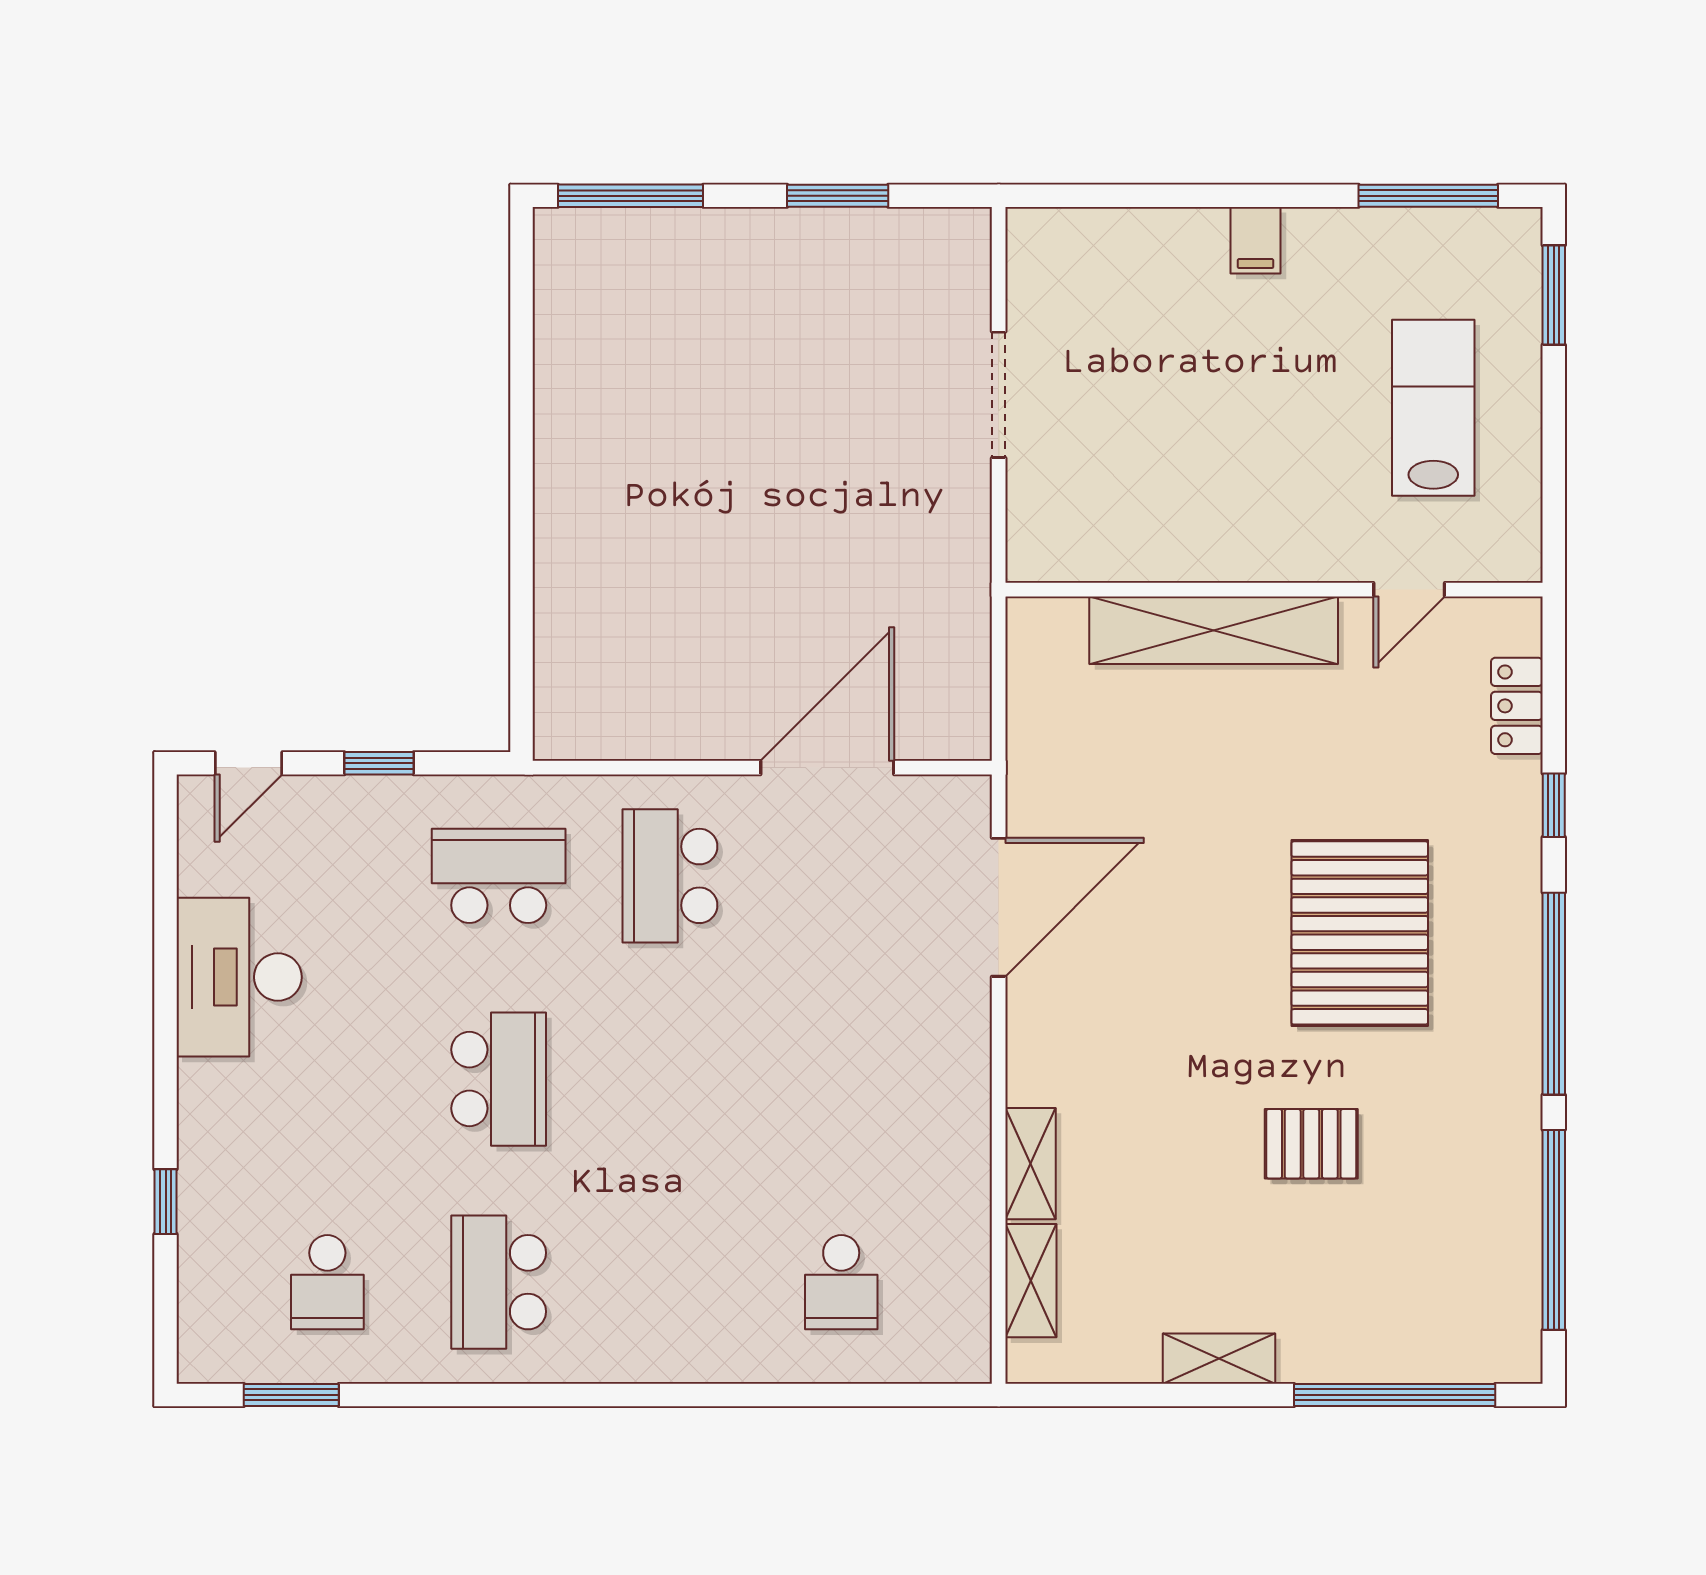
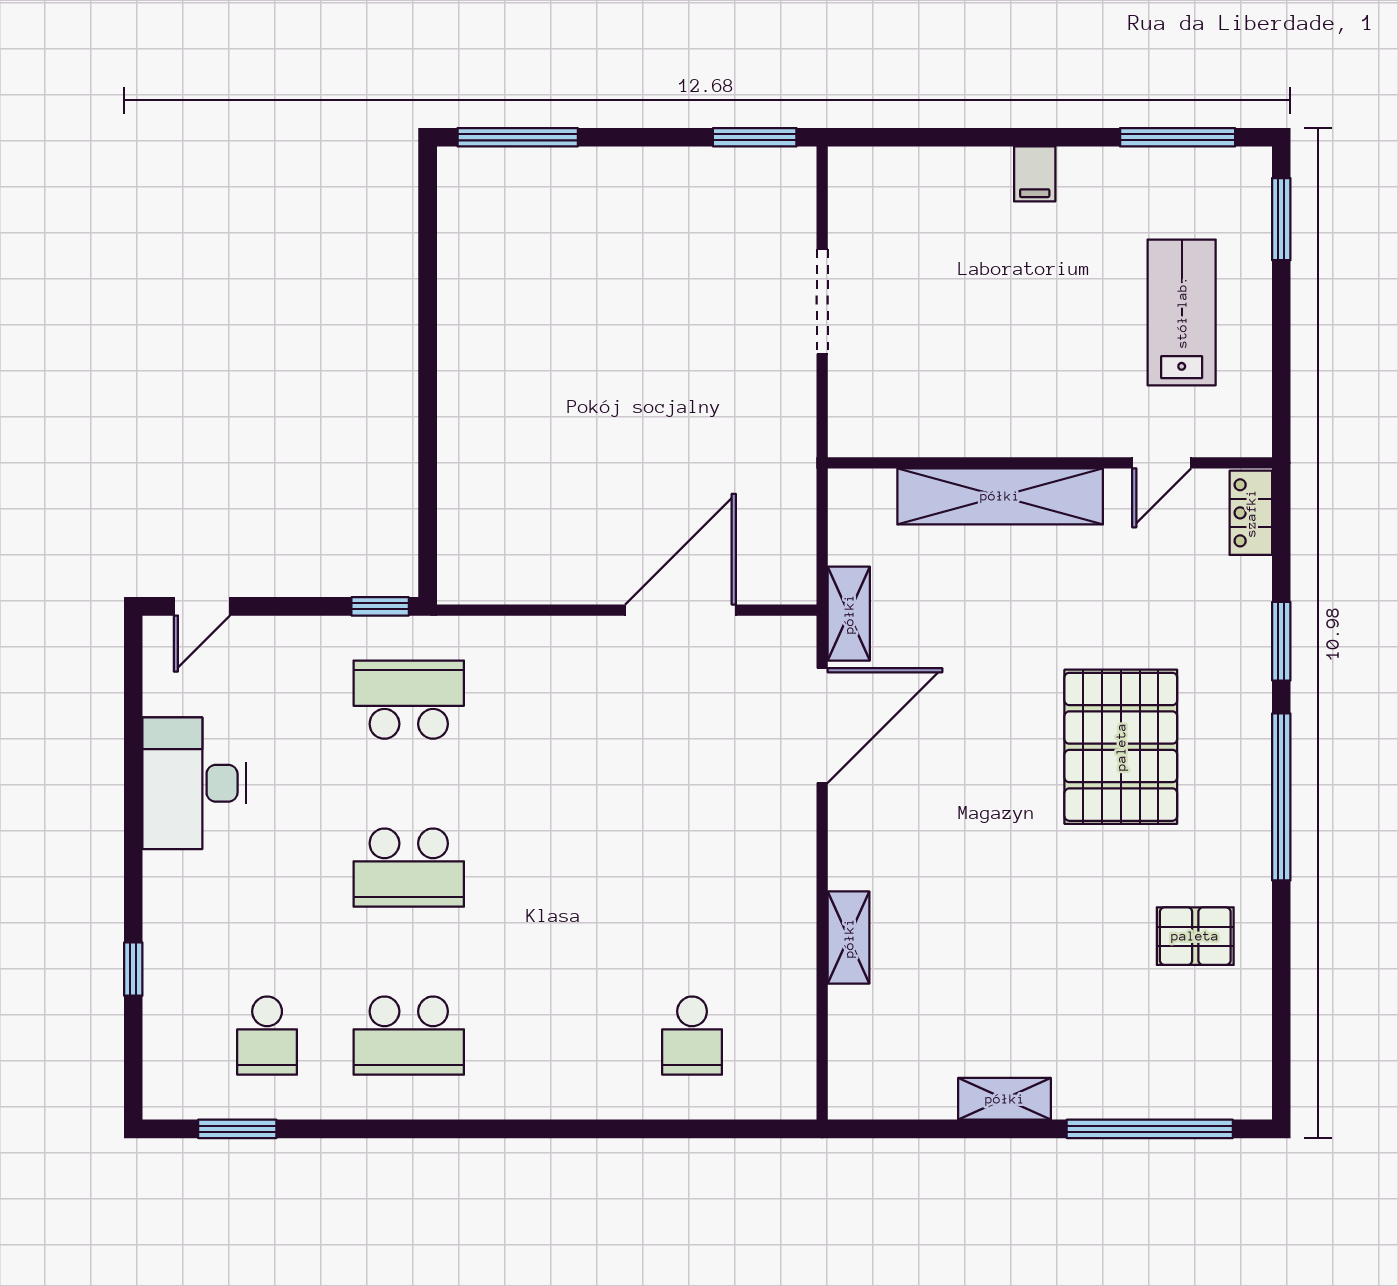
window: (838, 196) -> (755, 137), moved
locker: (1517, 706) -> (1251, 513), moved
window: (379, 763) -> (380, 606), moved
window: (1554, 805) -> (1281, 641), width x1.50
school desk: (670, 876) -> (550, 700), removed
school desk: (499, 1079) -> (409, 868), turned 90
pallet: (1311, 1144) -> (1195, 936), moved
window: (1554, 1230) -> (1281, 992), removed
shelving: (1031, 1281) -> (849, 614), moved
school desk: (499, 1282) -> (409, 1036), turned -90

